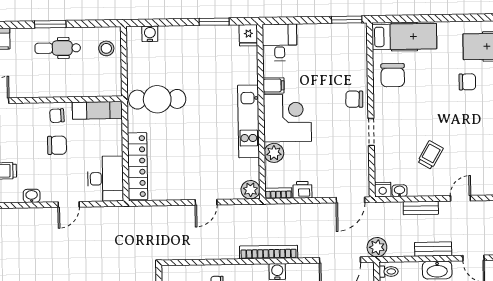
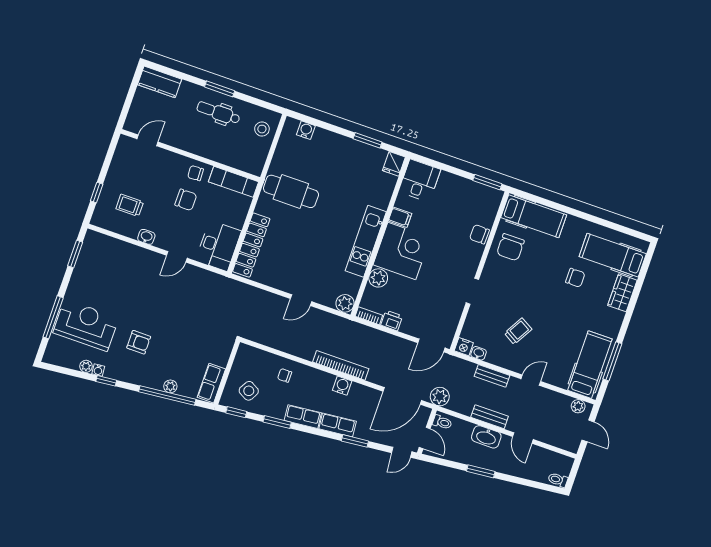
chair: (354, 99) -> (479, 234), moved

